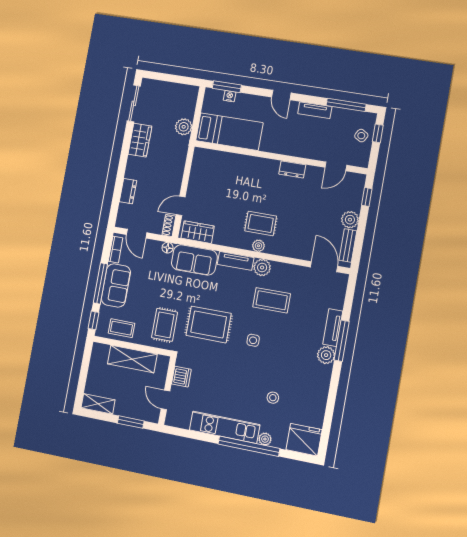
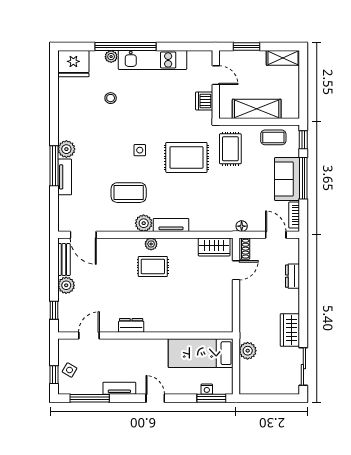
sofa: (194, 260) -> (212, 219), removed

